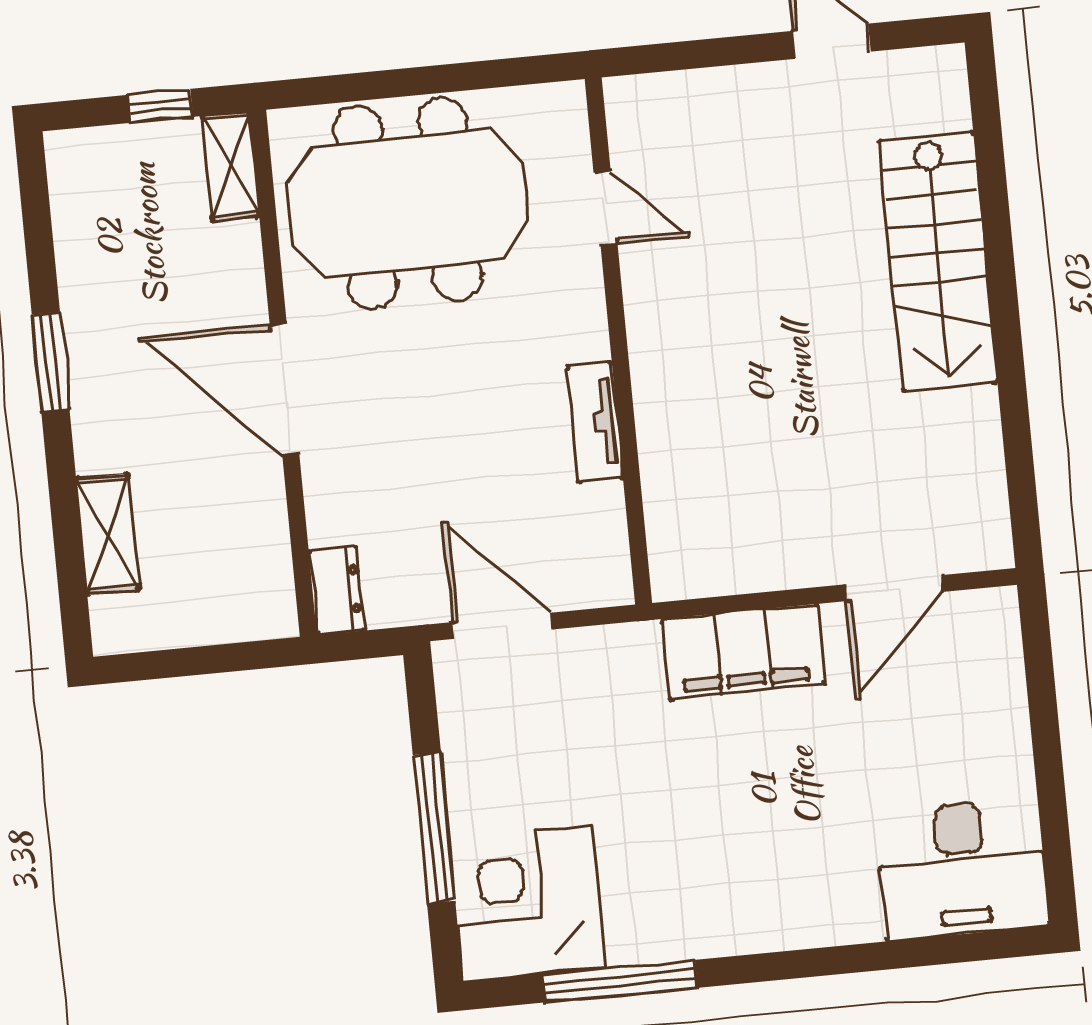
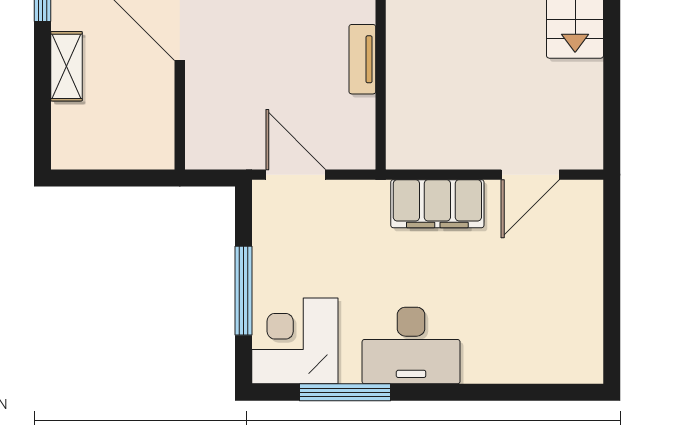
shelving: (108, 534) -> (66, 66), moved
dresser: (336, 591) -> (199, 144), removed
desk: (962, 869) -> (411, 345), moved

